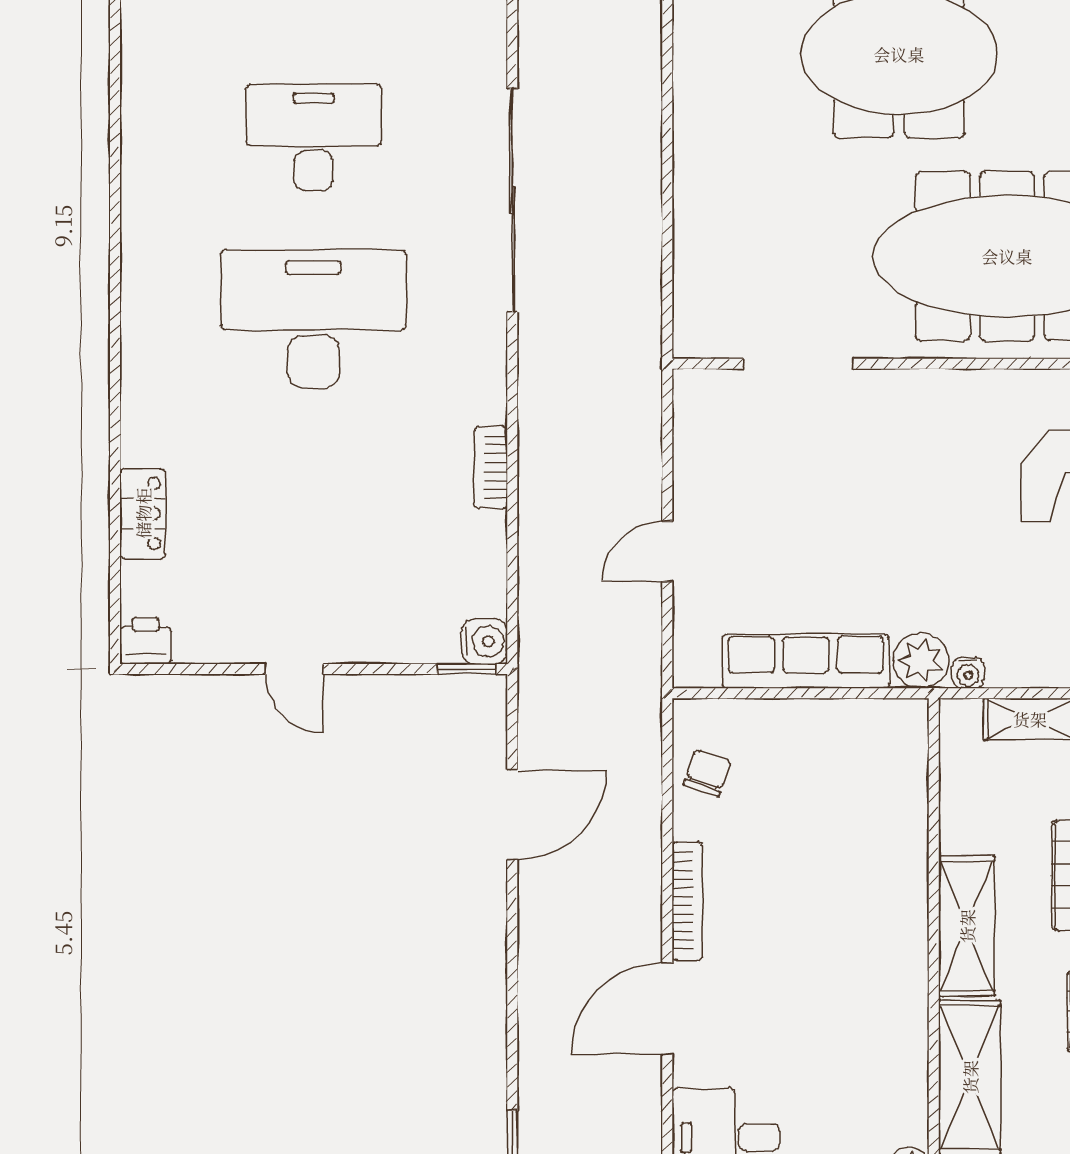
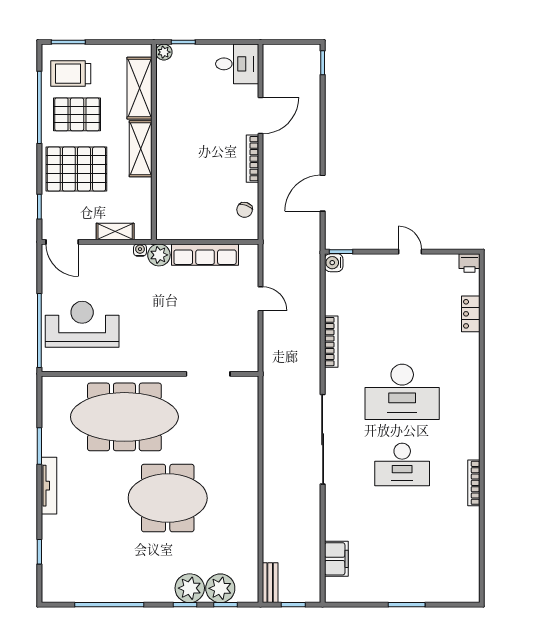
bookcase: (135, 91) -> (474, 483), added
bookcase: (491, 467) -> (331, 342), width x1.56
door: (667, 551) -> (261, 299), hinge flipped

